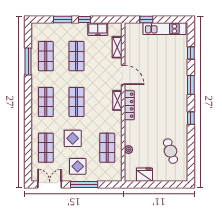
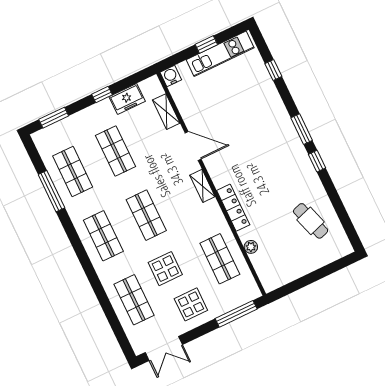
window: (63, 20) -> (54, 118), moved
window: (146, 20) -> (206, 45), moved
water cooler: (130, 28) -> (171, 76), added
window: (191, 85) -> (302, 129), moved
locker: (129, 105) -> (233, 208), moved
fridge: (144, 175) -> (290, 271), removed
double door: (50, 184) -> (164, 348), swing flipped
window: (84, 184) -> (236, 314), moved

